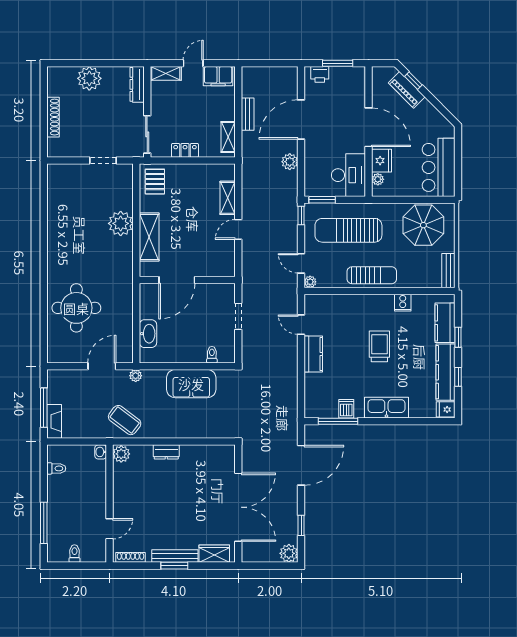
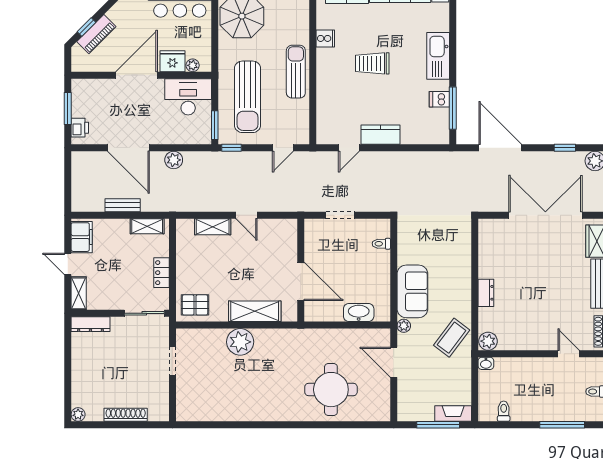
plant: (89, 78) -> (78, 414), moved, width x0.53, depth x0.53
plant: (310, 282) -> (303, 138), removed
sofa: (191, 384) -> (412, 291), moved

